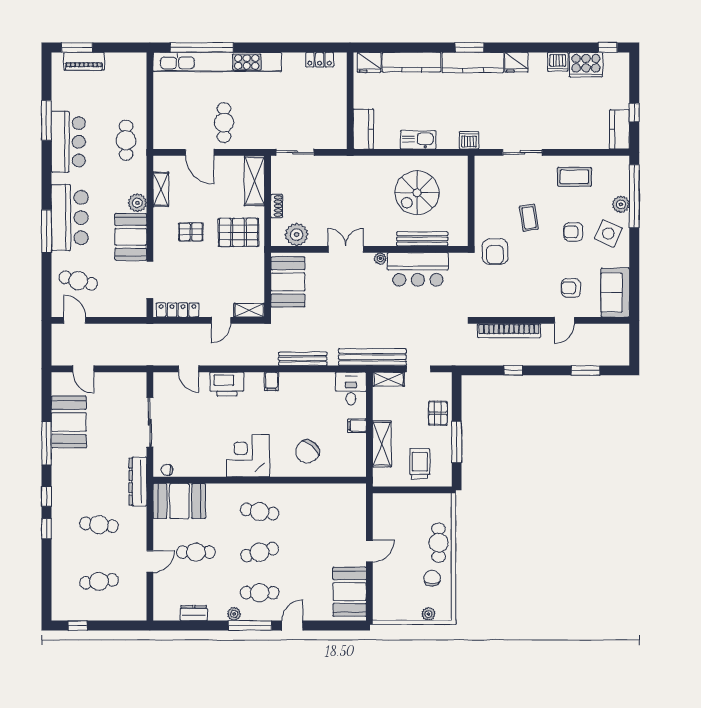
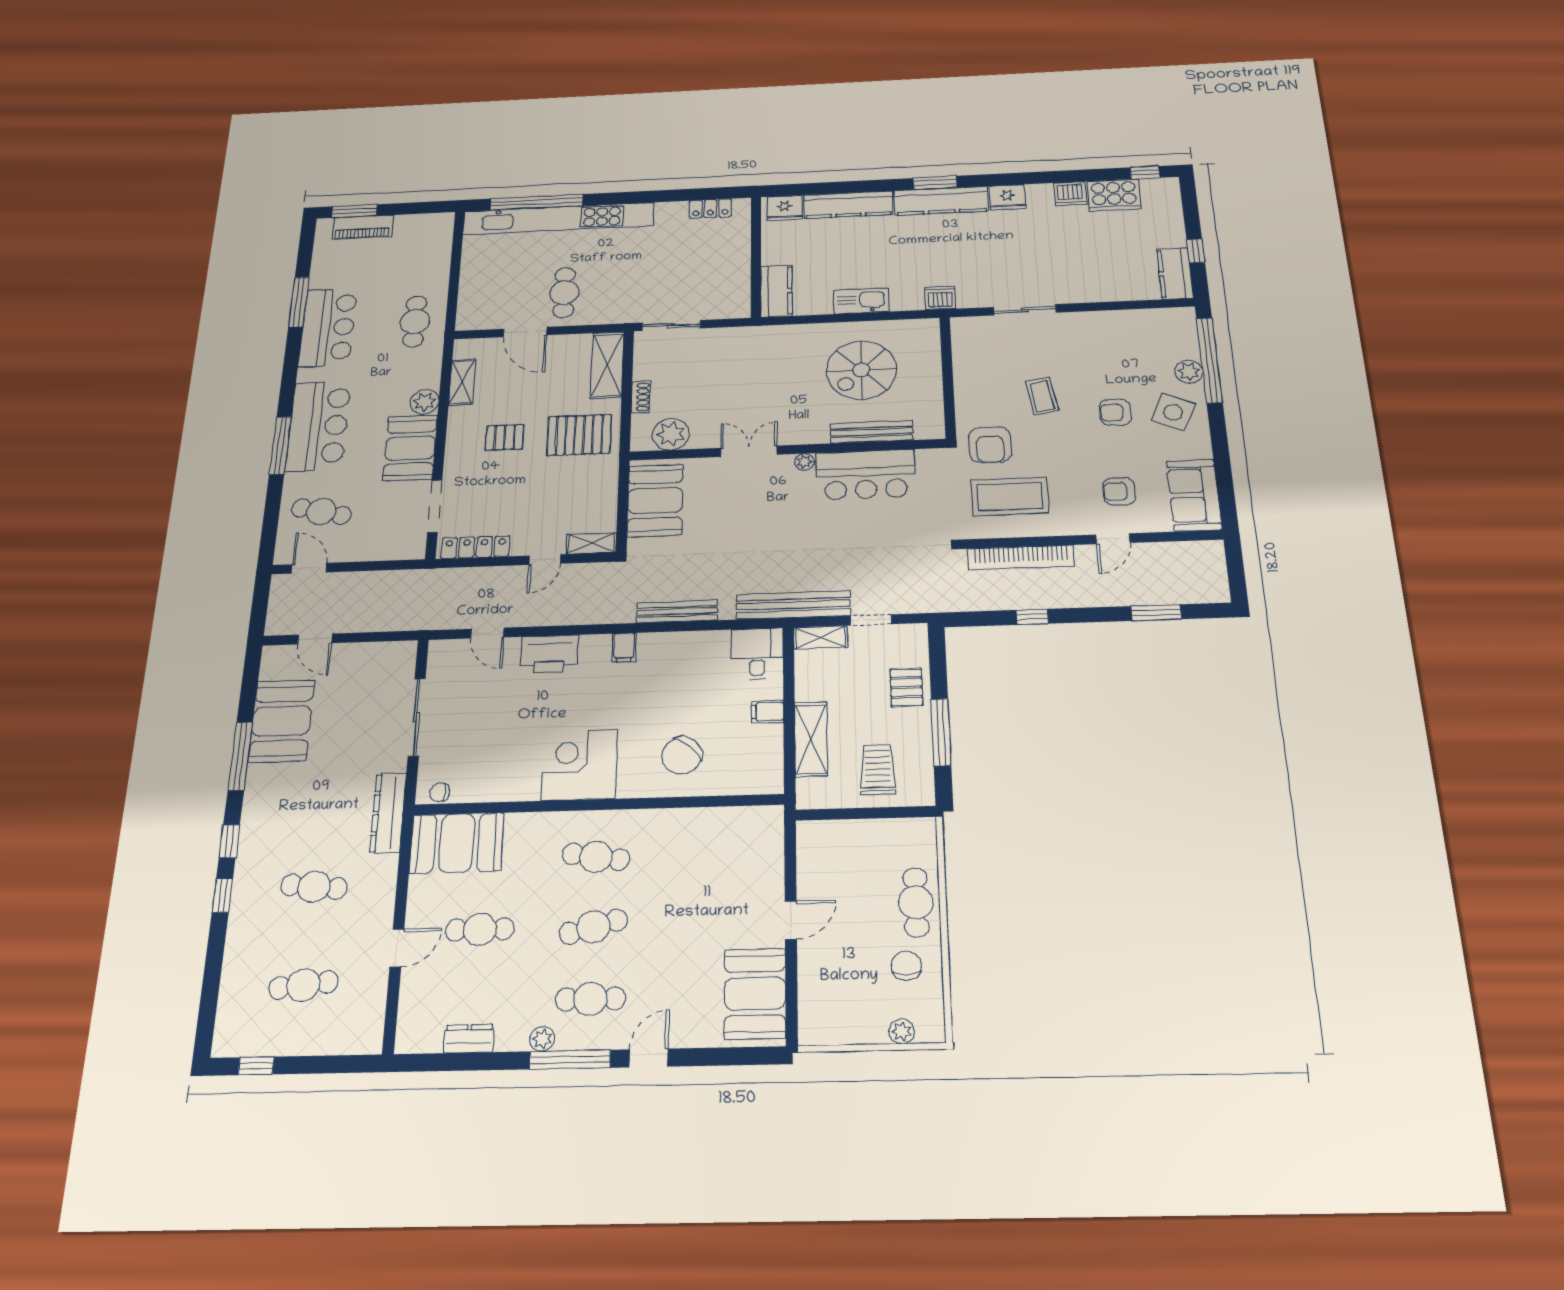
coffee table: (574, 177) -> (1010, 497), moved, width x1.36, depth x1.32

